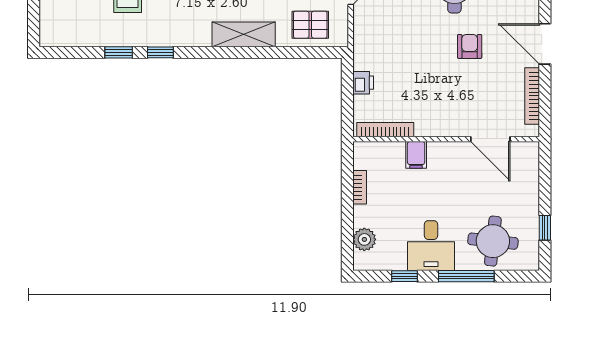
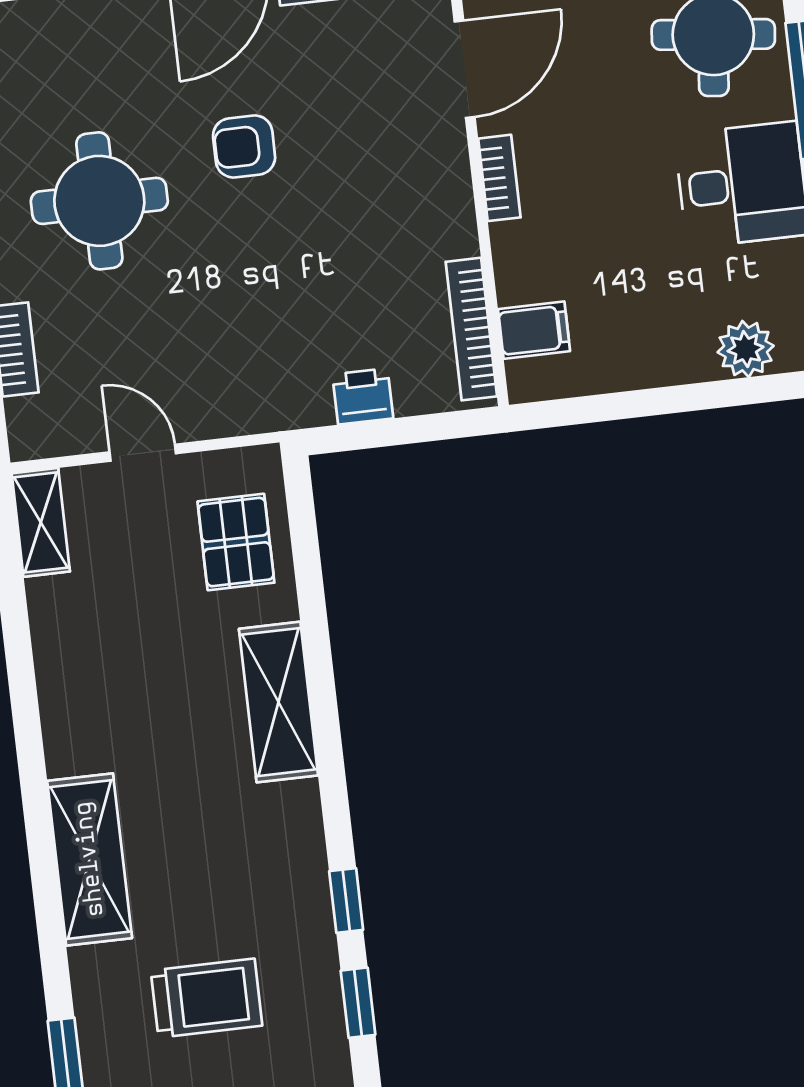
filing cabinet: (416, 155) -> (534, 330), moved
bookcase: (360, 187) -> (499, 178), moved, turned 90

